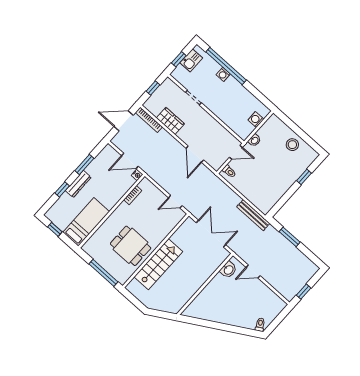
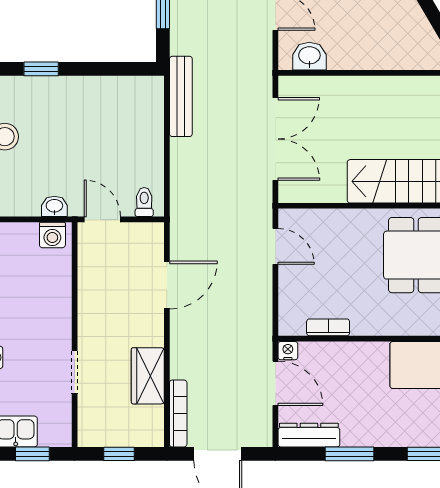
washing machine: (256, 120) -> (52, 235), moved
dresser: (78, 184) -> (309, 435), moved
double door: (211, 234) -> (275, 139), swing flipped

